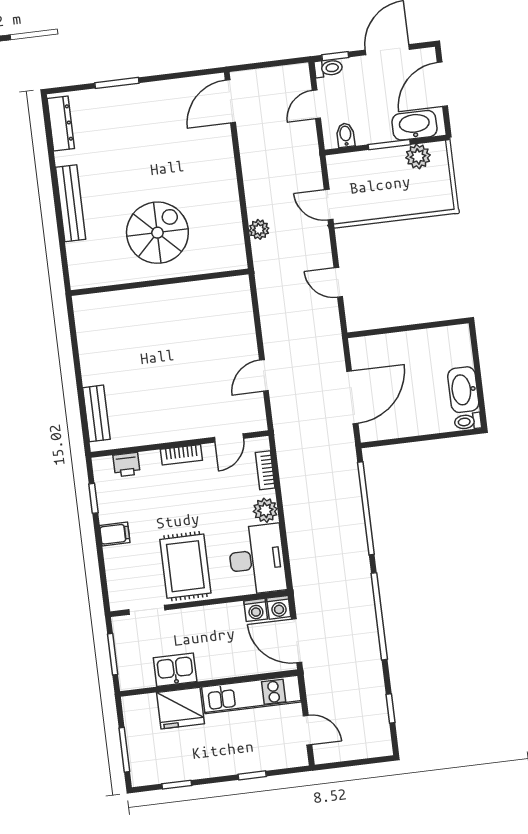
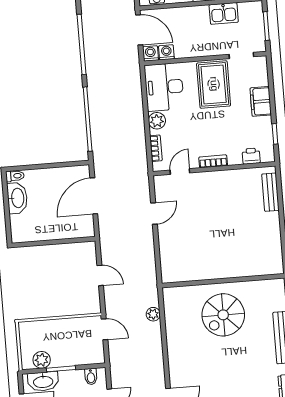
filing cabinet: (115, 534) -> (261, 101), width x2.00

